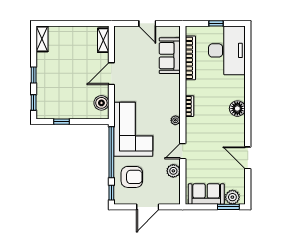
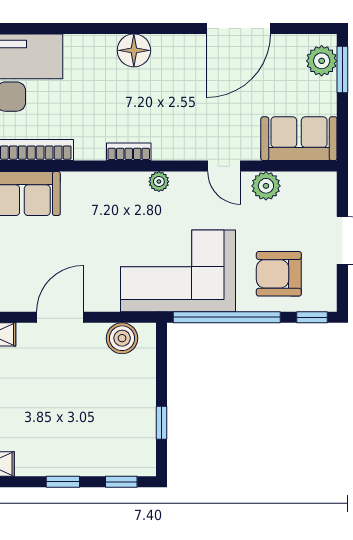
door: (111, 74) -> (60, 317), swing flipped
door: (248, 158) -> (238, 28), width x1.36
armchair: (132, 177) -> (279, 274), turned -90
sofa: (206, 194) -> (299, 139), moved, turned 90

